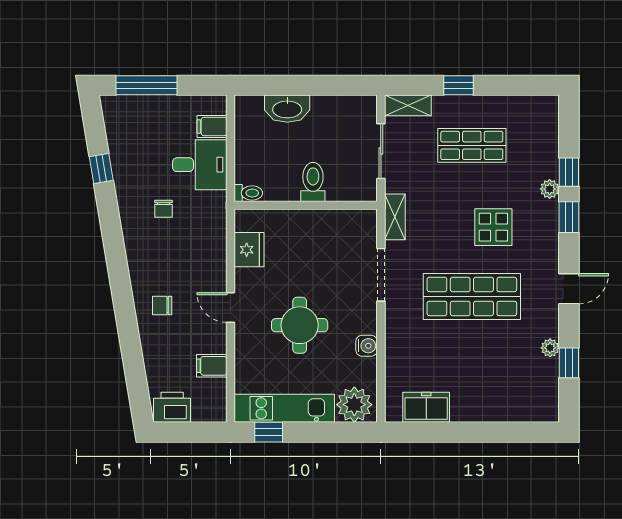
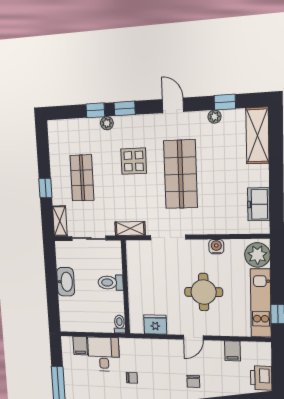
washbasin: (287, 109) -> (66, 282), moved
shelving: (521, 407) -> (257, 136), added

